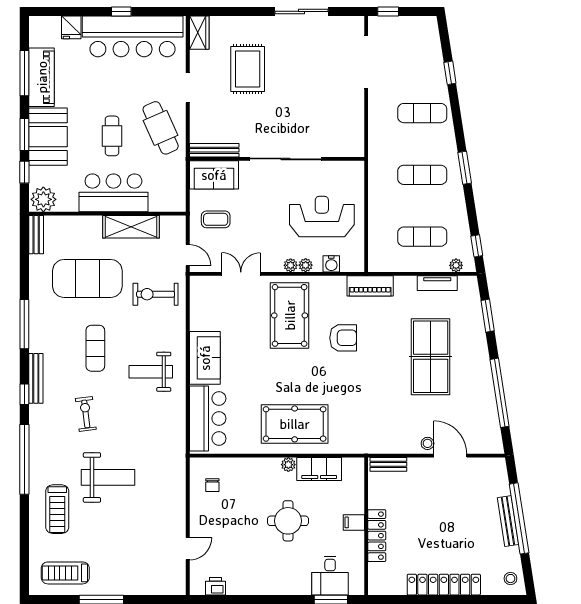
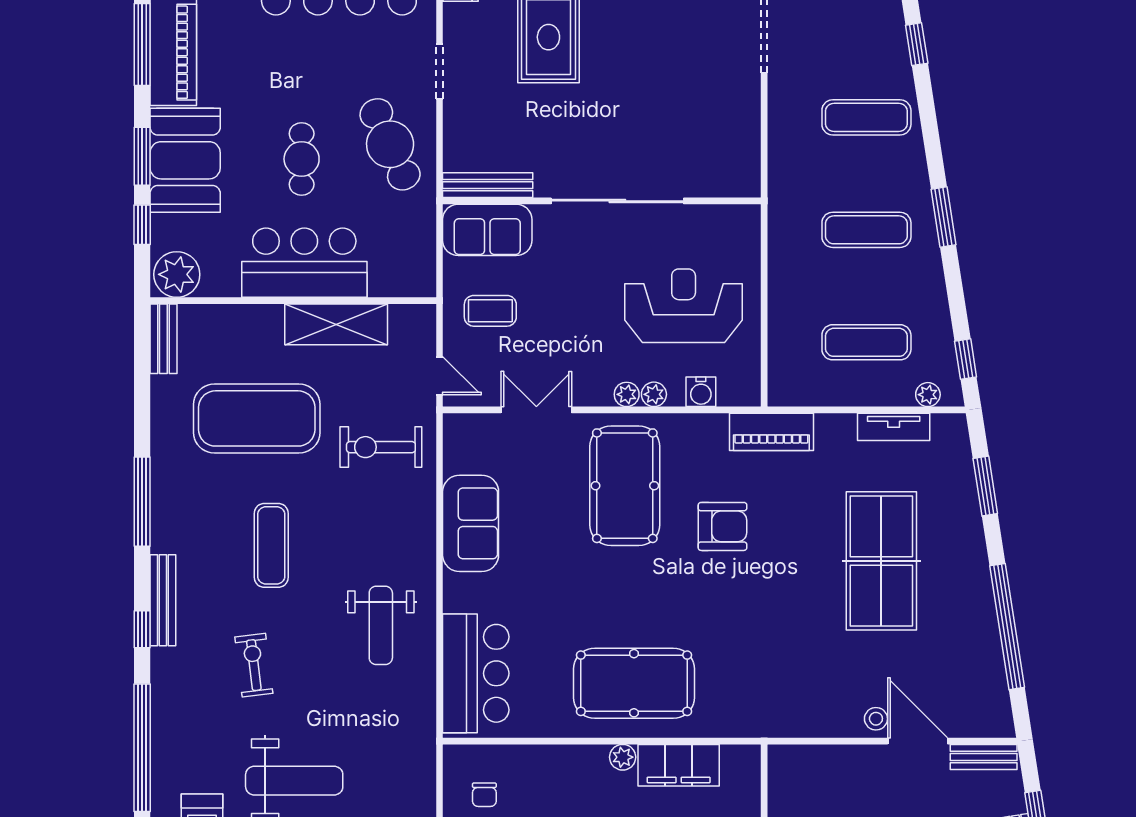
sofa: (205, 358) -> (471, 523), moved
weight bench: (151, 372) -> (381, 625), moved, turned -90
bench: (388, 464) -> (984, 757), moved

